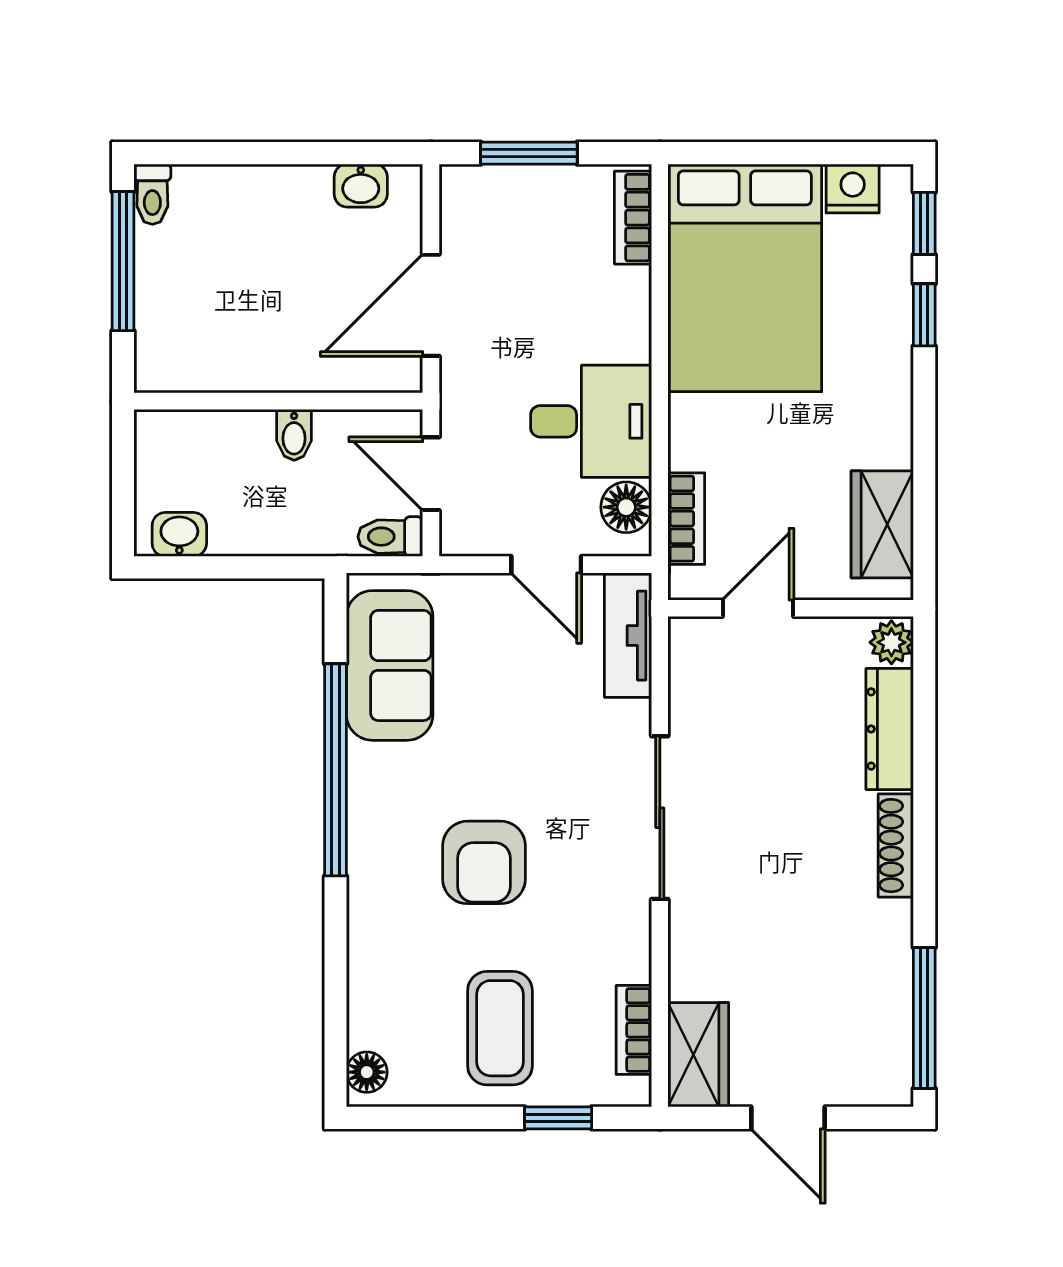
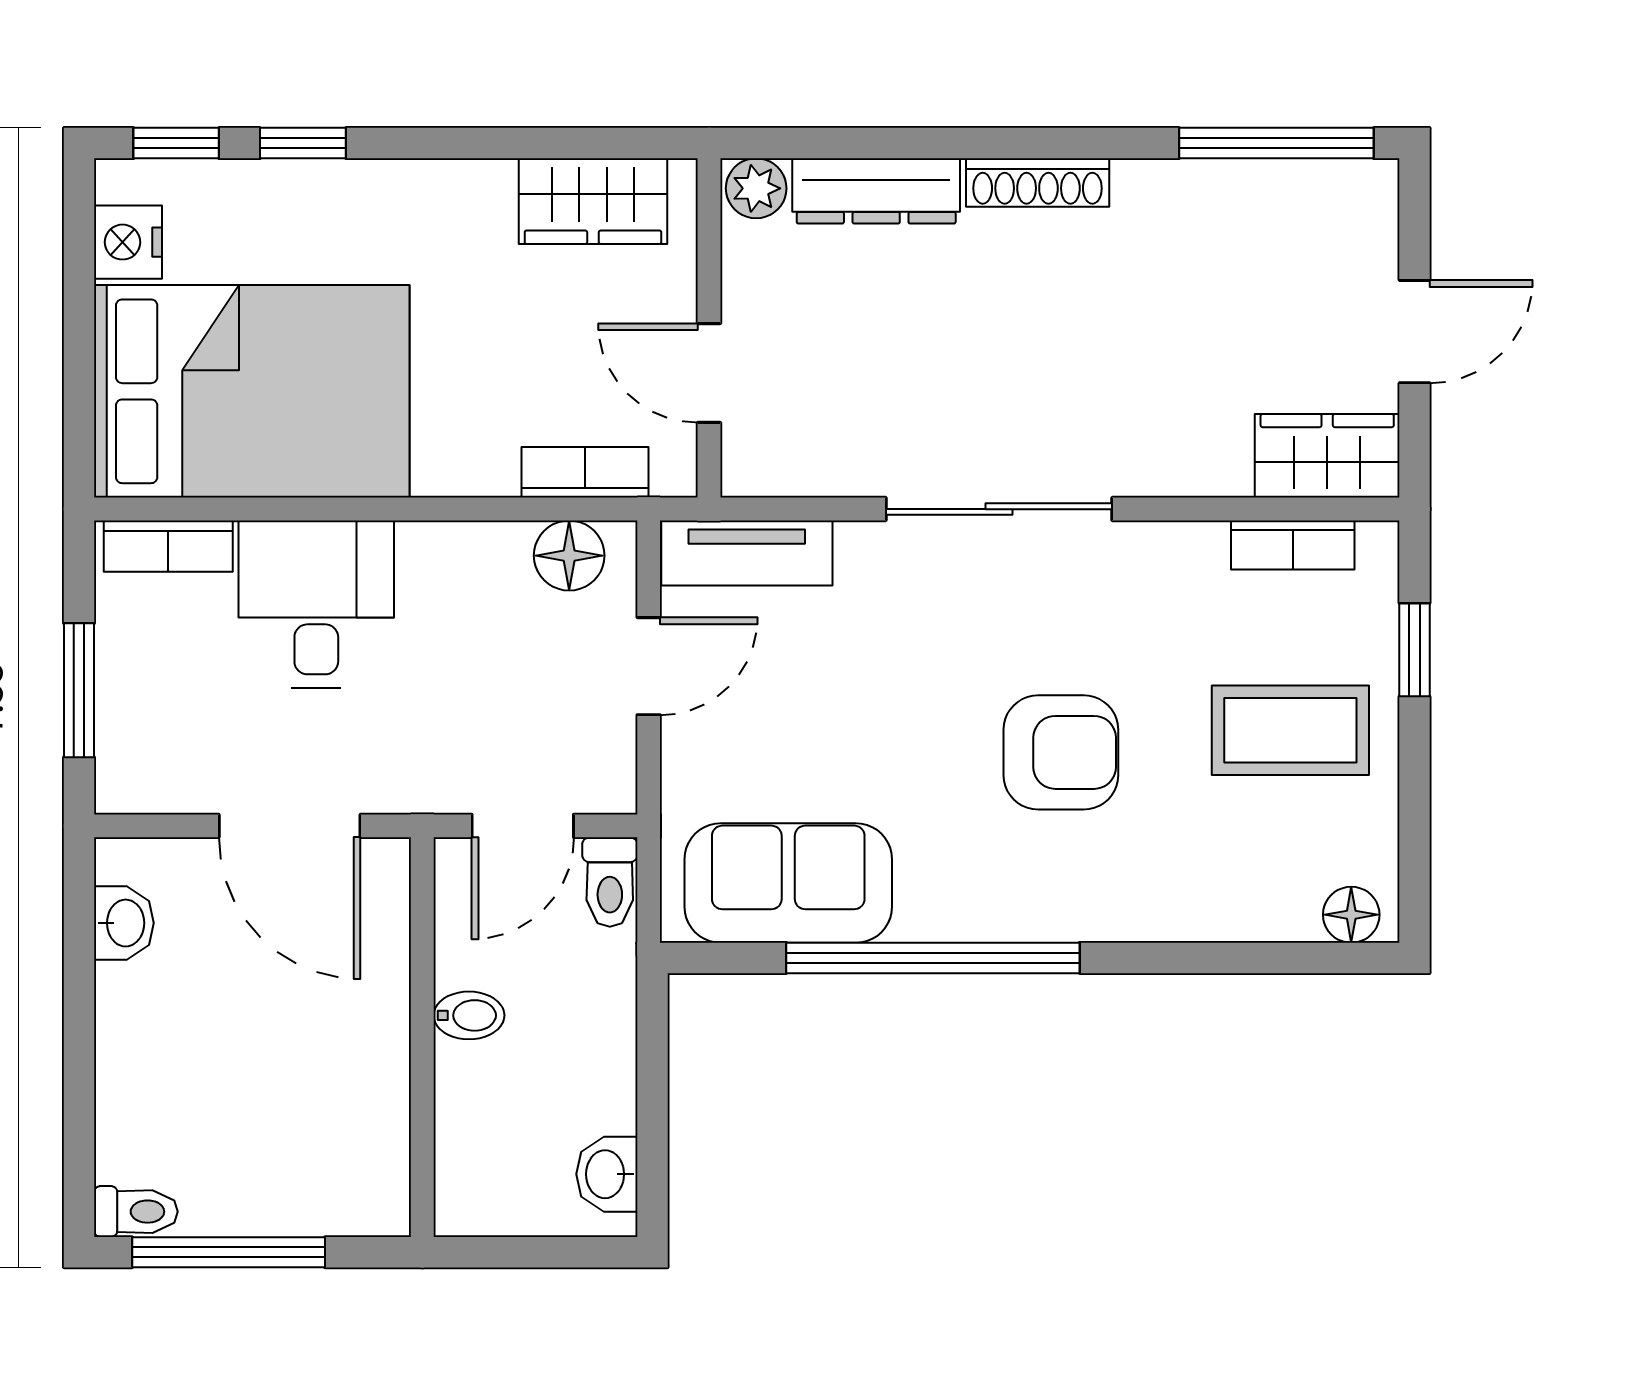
desk: (591, 421) -> (316, 604), moved

